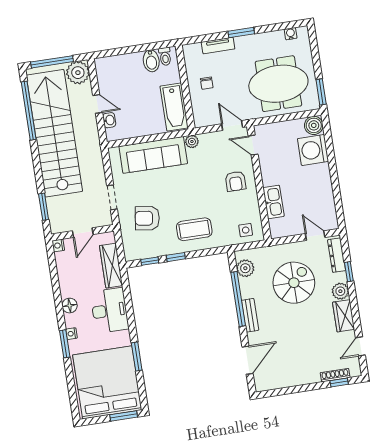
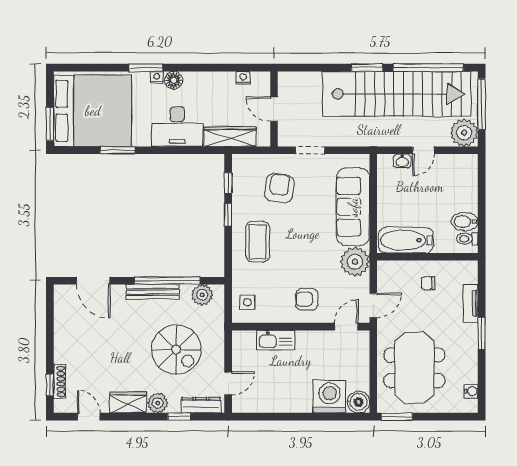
plant: (192, 142) -> (355, 262), width x1.88, depth x1.88
window: (44, 207) -> (367, 68), moved
nightstand: (58, 245) -> (243, 78), moved
floor lamp: (70, 306) -> (174, 80), moved
bench: (250, 315) -> (153, 292), width x1.36

